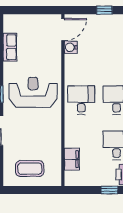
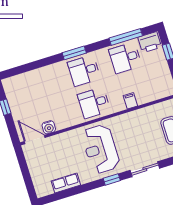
filing cabinet: (72, 159) -> (130, 101), moved, width x0.50

